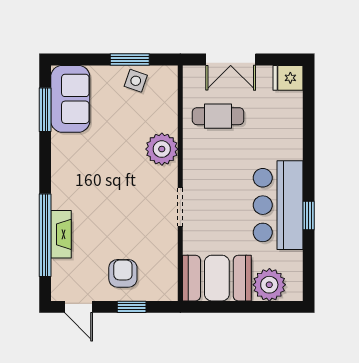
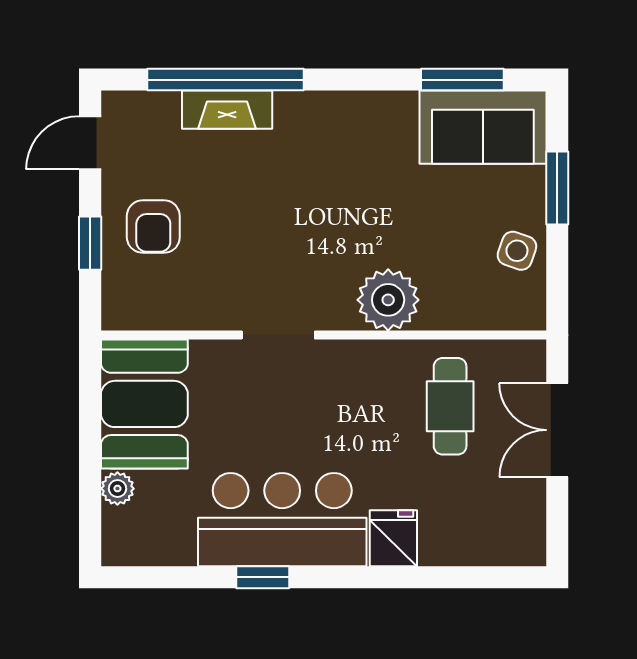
window: (130, 59) -> (557, 188), moved
fridge: (288, 78) -> (393, 538), moved
armchair: (123, 273) -> (153, 227), turned 90
plant: (269, 285) -> (117, 489), width x0.53, depth x0.53

